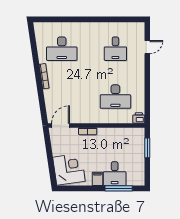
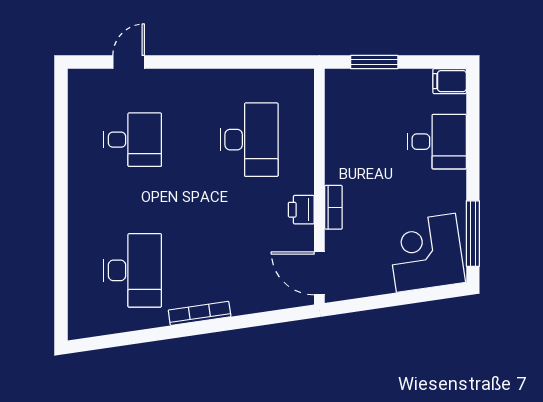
door: (147, 47) -> (129, 62), hinge flipped
printer: (139, 118) -> (301, 210), moved
filing cabinet: (97, 179) -> (450, 81), moved
window: (119, 188) -> (473, 234), moved

